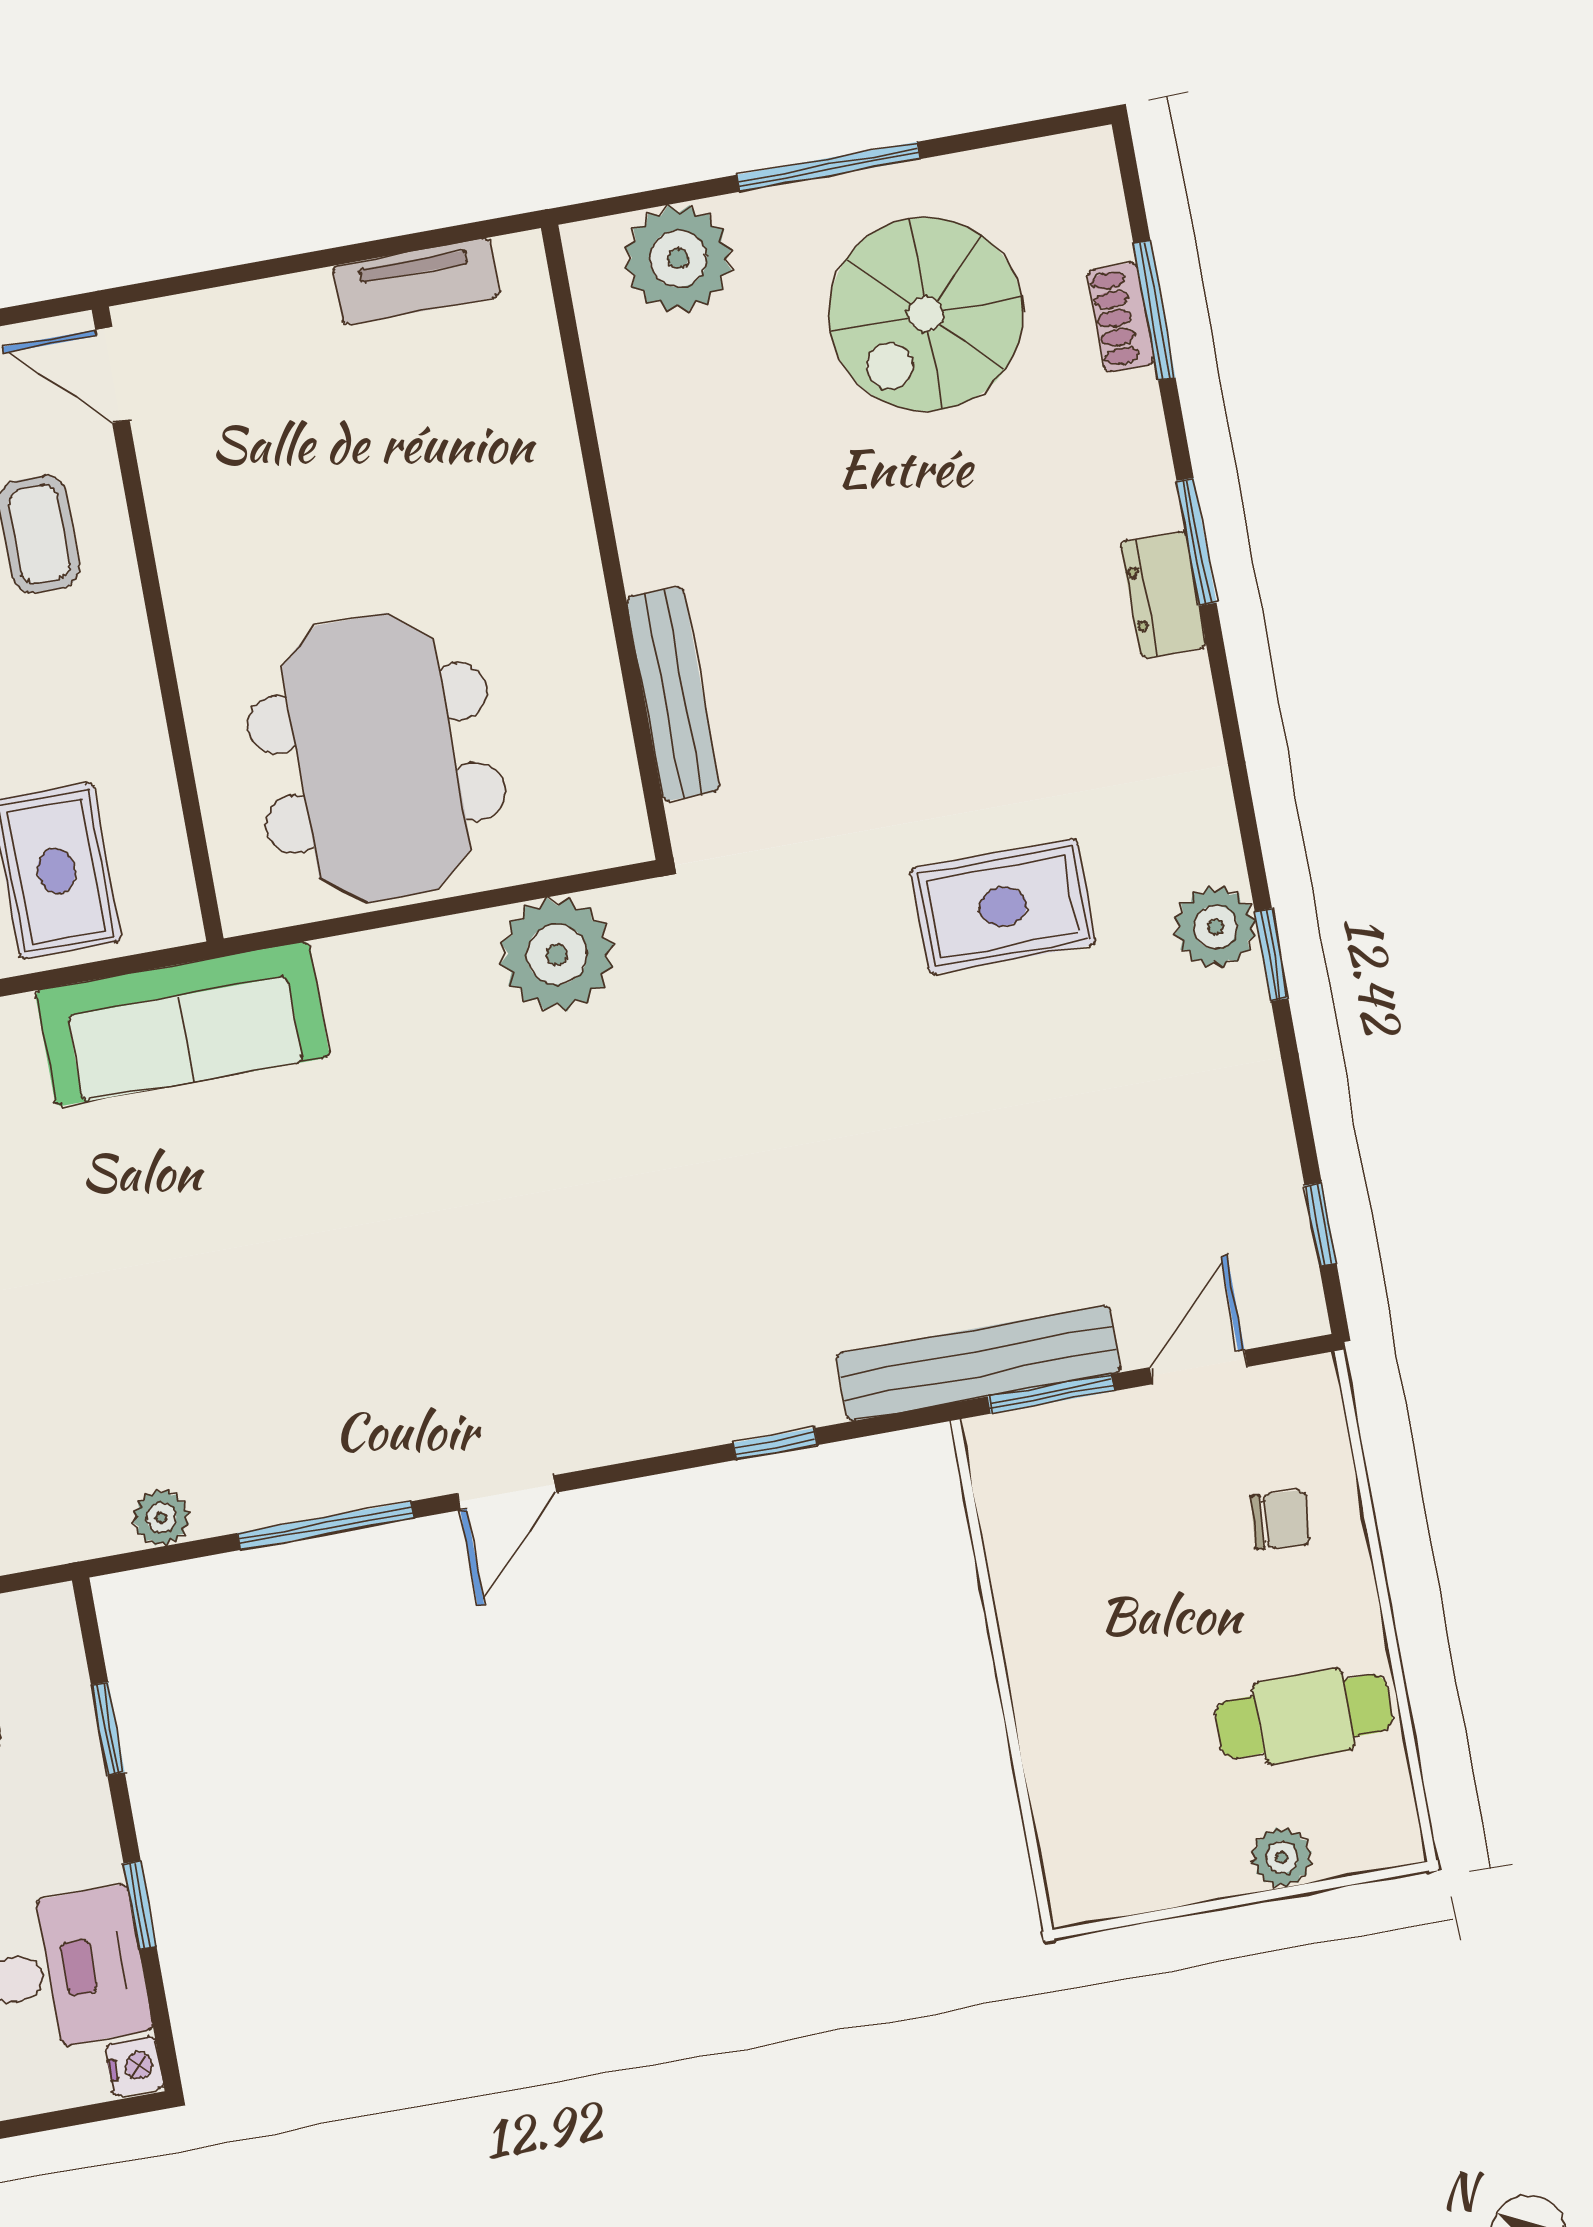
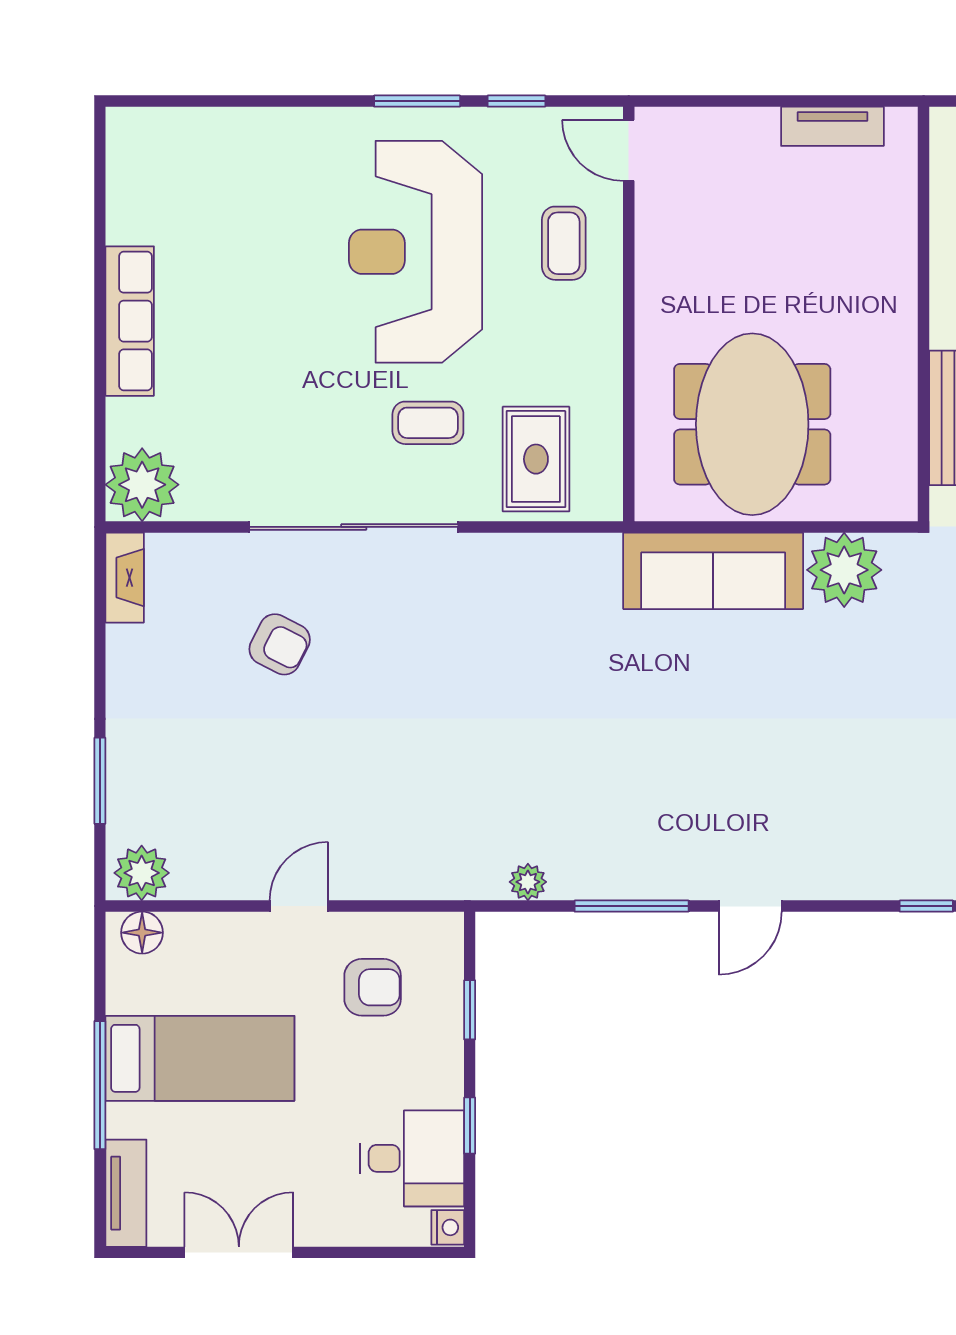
sofa: (182, 1024) -> (713, 571), moved

